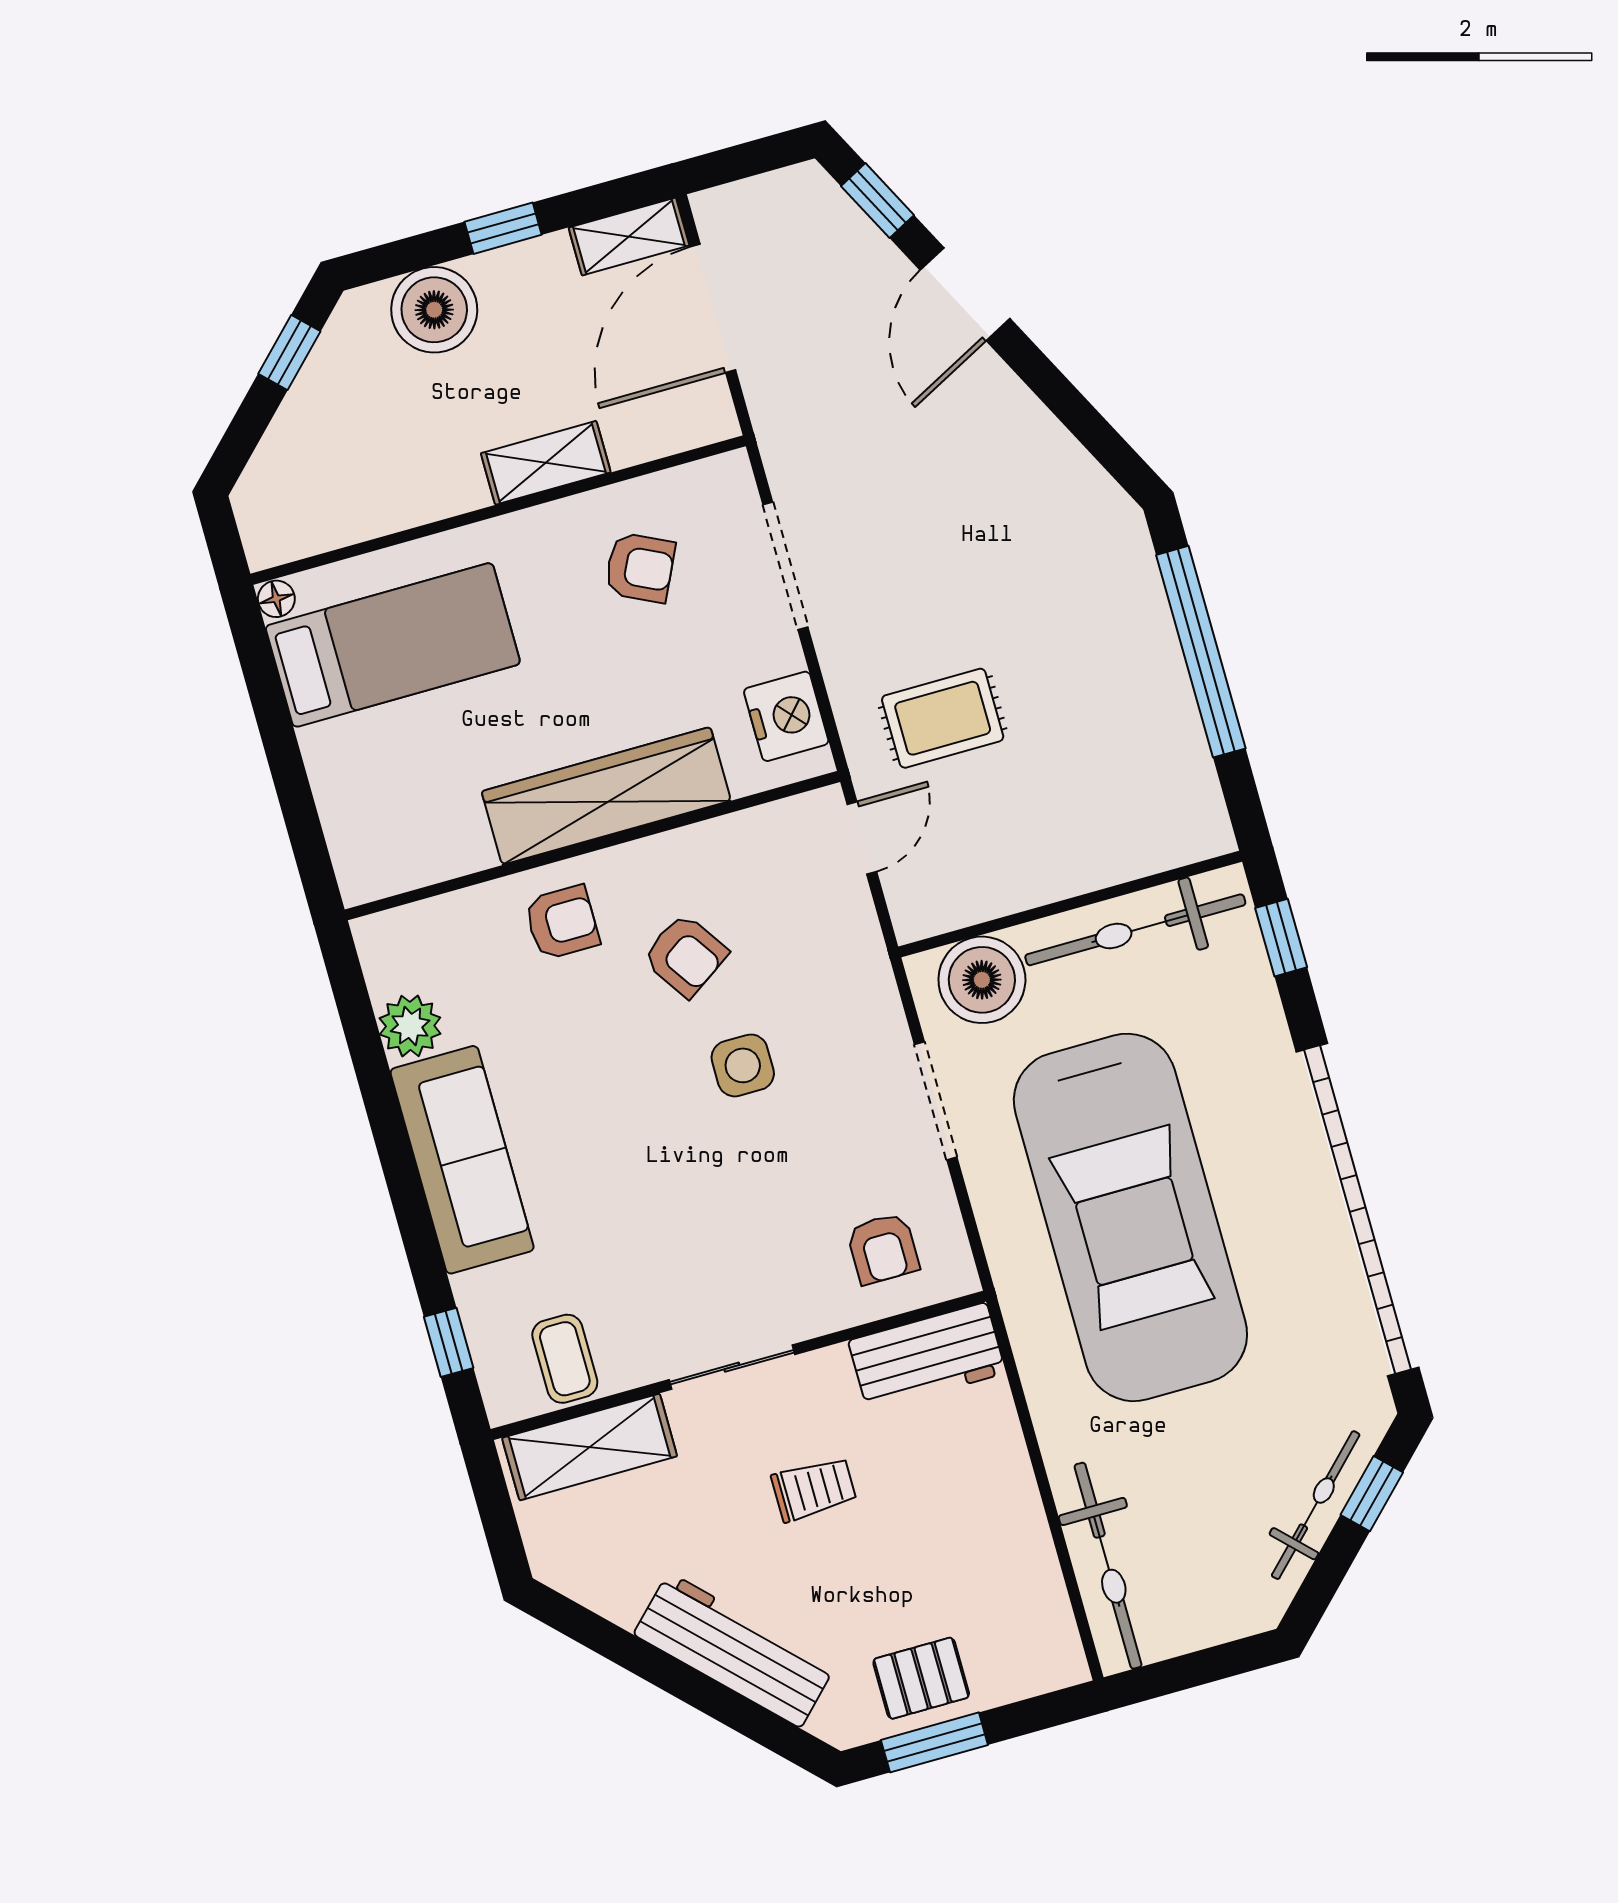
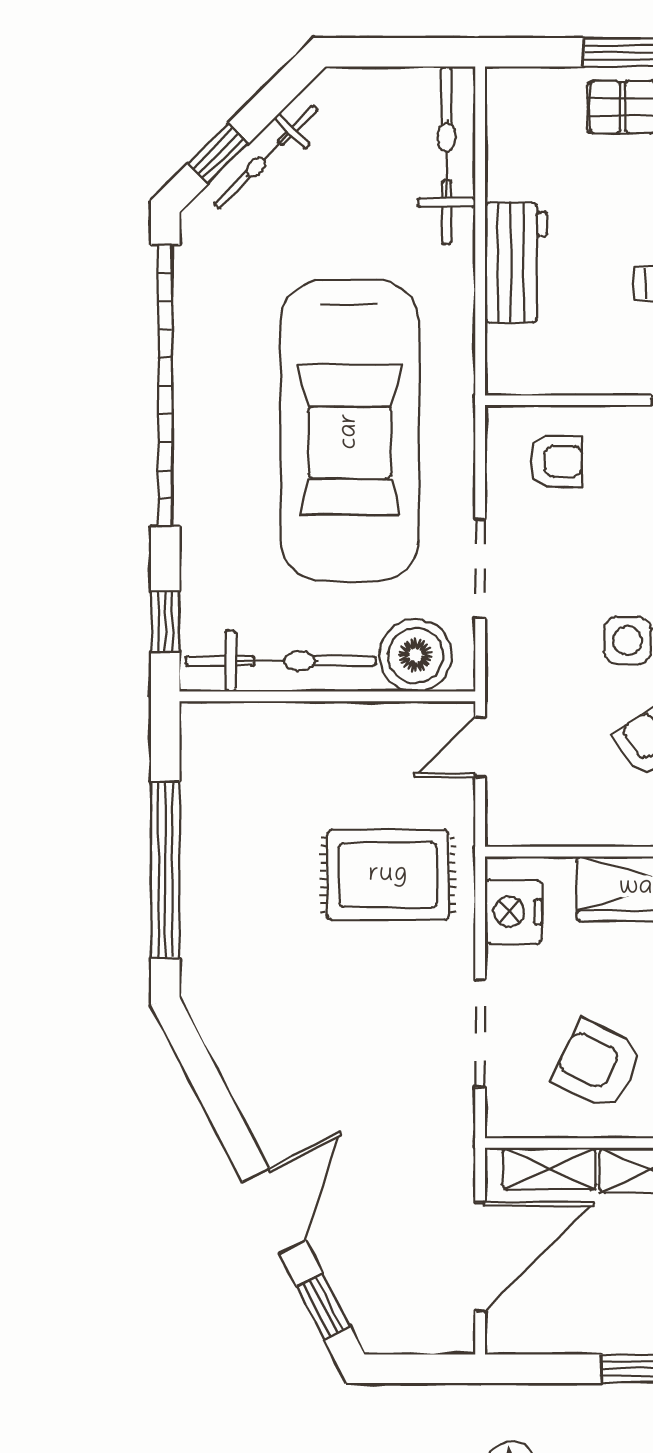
shelving: (629, 236) -> (549, 1169), moved
armchair: (640, 568) -> (598, 1065), width x1.38, depth x1.38
rug: (943, 718) -> (388, 875), width x1.36, depth x1.43
door: (862, 838) -> (480, 747), moved
car: (1130, 1217) -> (350, 431), turned 180
armchair: (883, 1249) -> (556, 462), turned 90
workbench: (927, 1357) -> (516, 263), moved, turned 90

